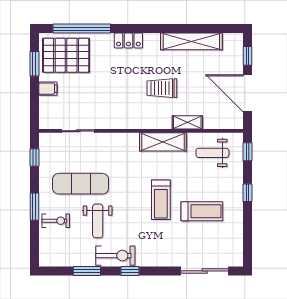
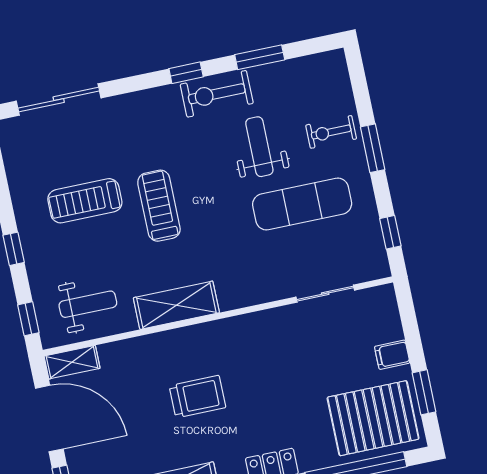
shelving: (187, 122) -> (72, 362), moved

